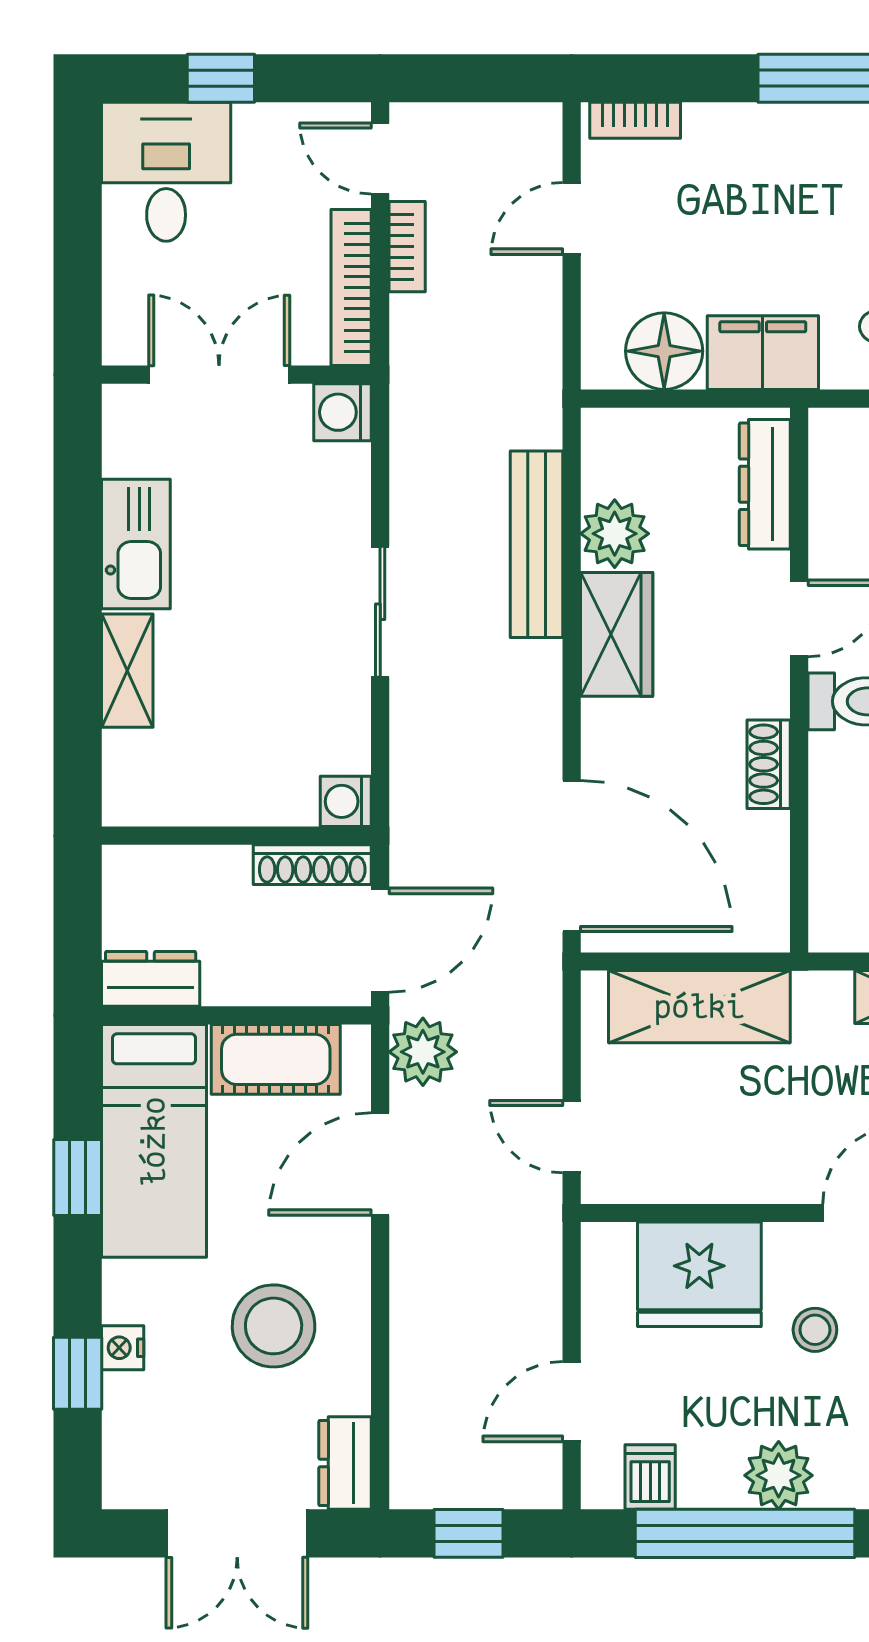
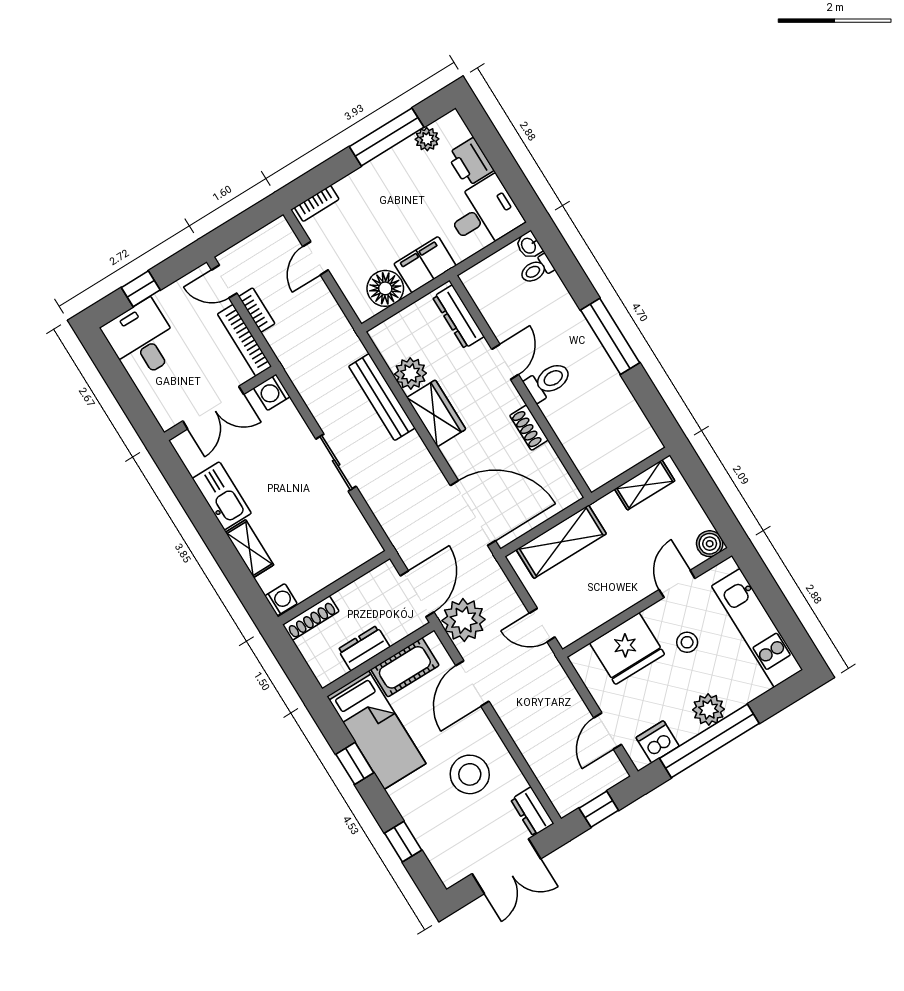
double door: (219, 375) -> (213, 408), swing flipped
washing machine: (346, 801) -> (281, 600), moved, turned 180
shoe rack: (312, 865) -> (311, 618), moved
dresser: (151, 979) -> (364, 648), moved
plant: (423, 1052) -> (464, 620), width x1.36, depth x1.36
nightstand: (123, 1348) -> (415, 820), removed
dishwasher: (650, 1477) -> (658, 742), width x1.38

